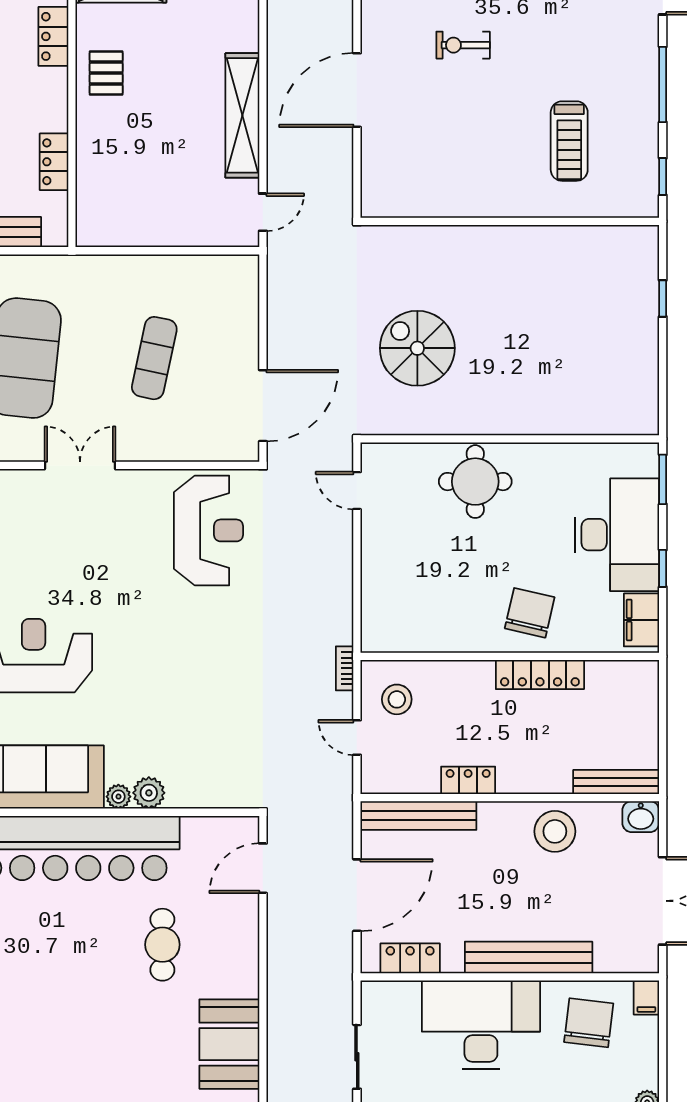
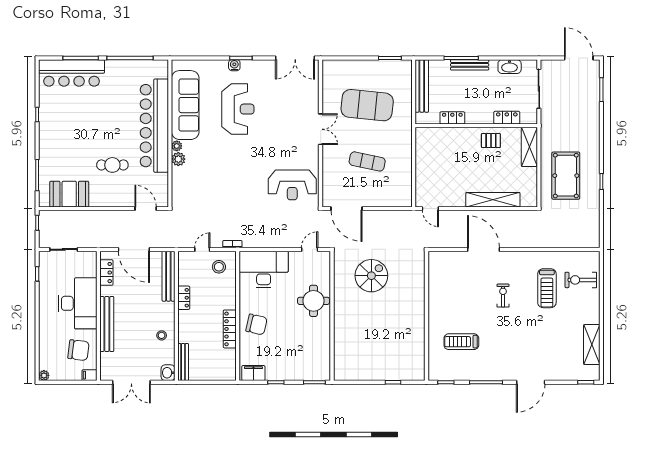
shelving: (242, 115) -> (493, 200), moved
desk: (617, 535) -> (264, 269), moved, turned 180
stool: (555, 831) -> (162, 335), width x0.53, depth x0.53

